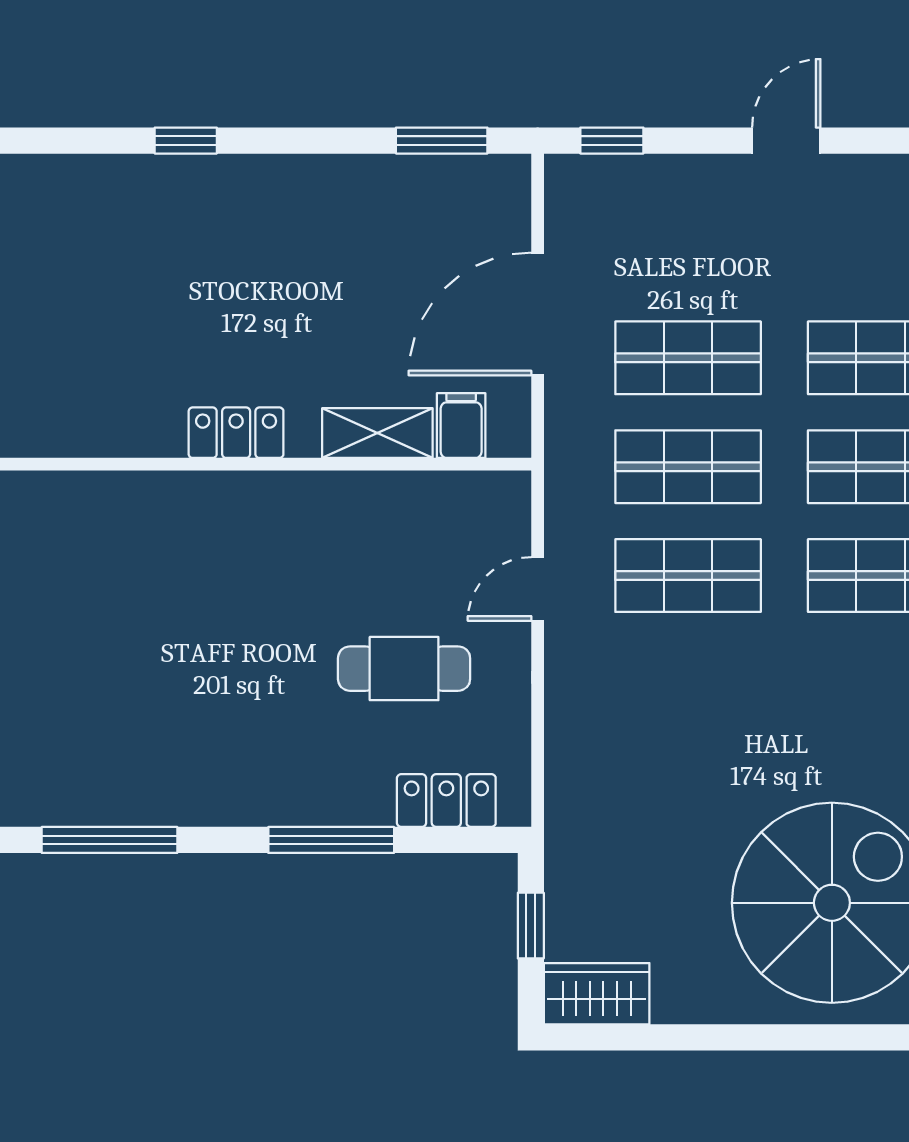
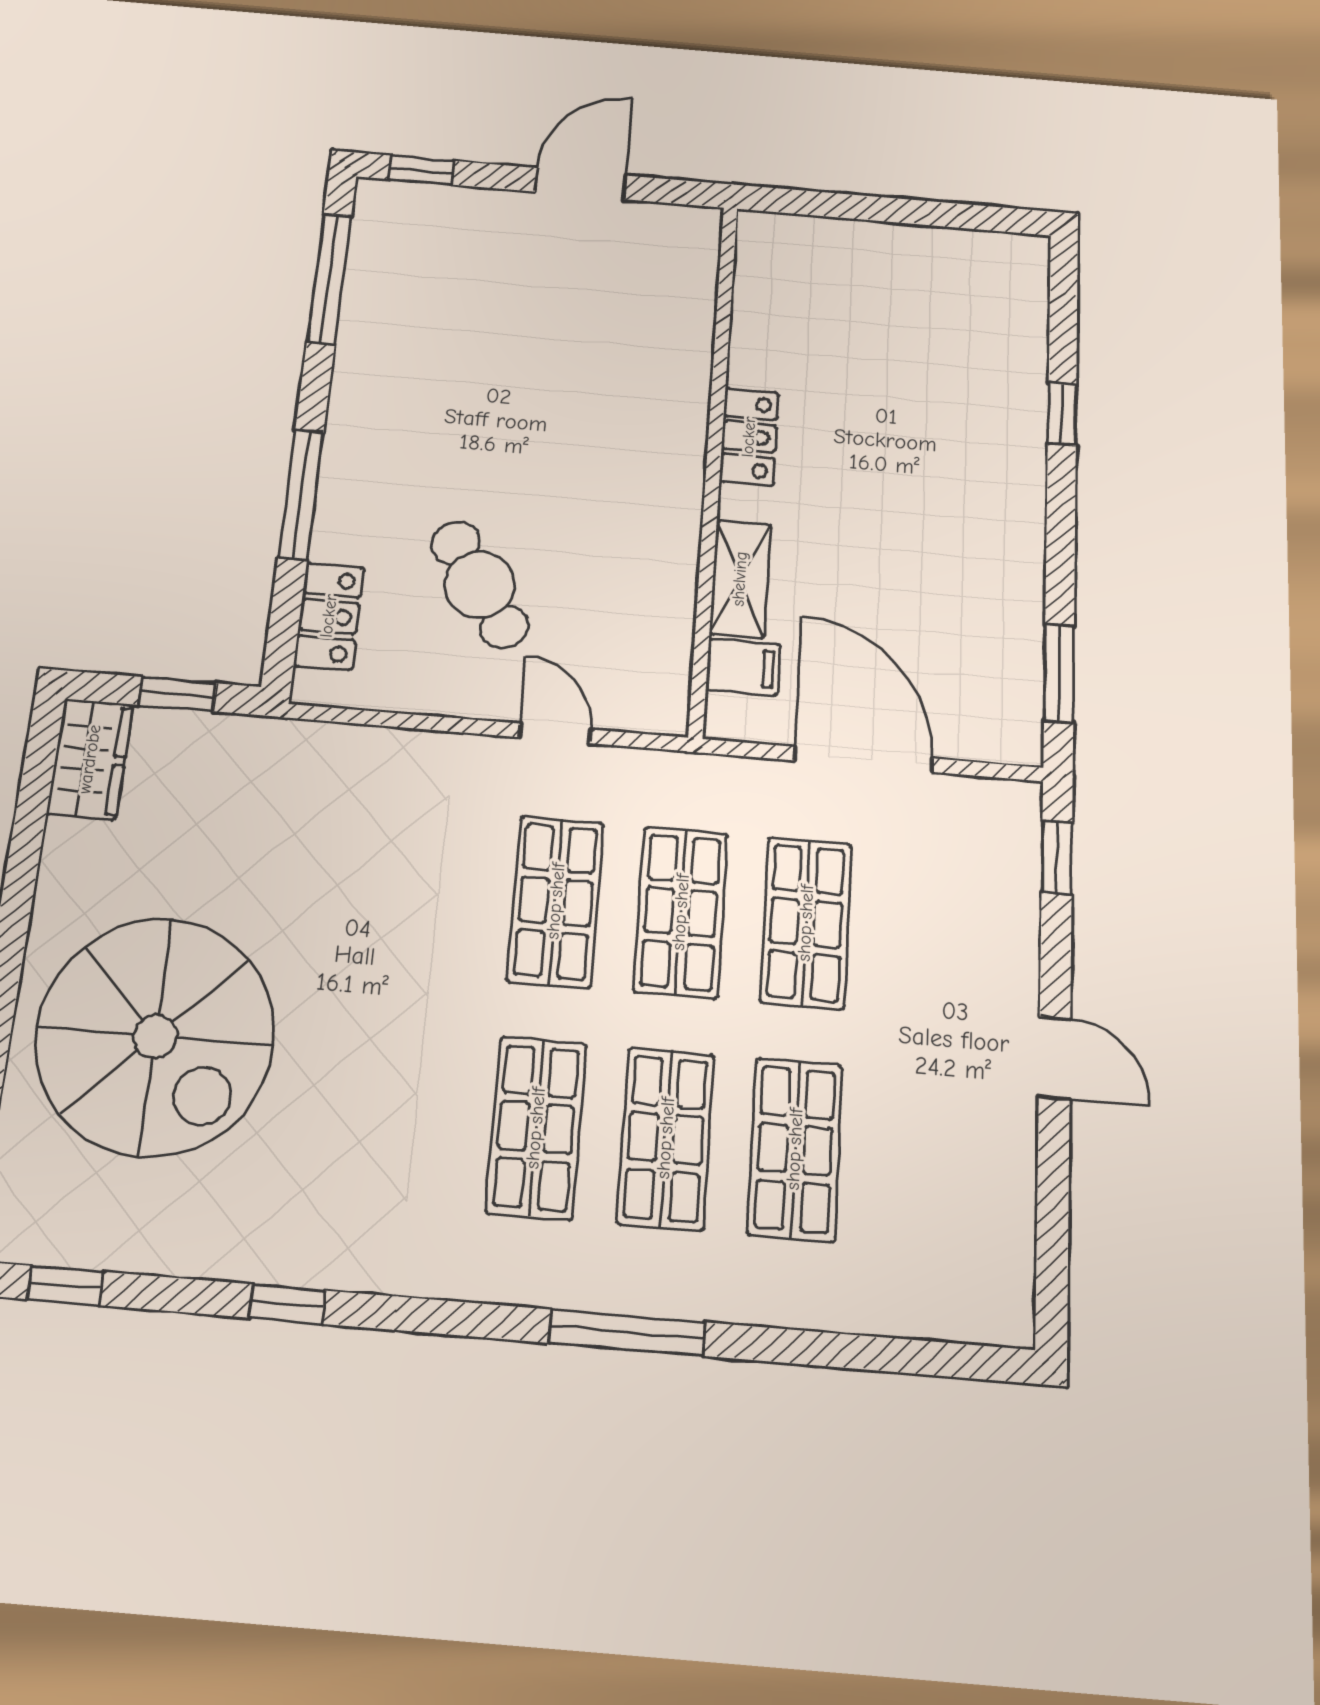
cafe table: (404, 669) -> (480, 585), turned -34

